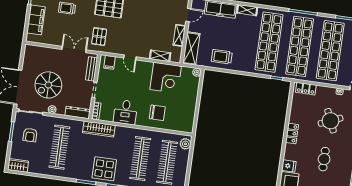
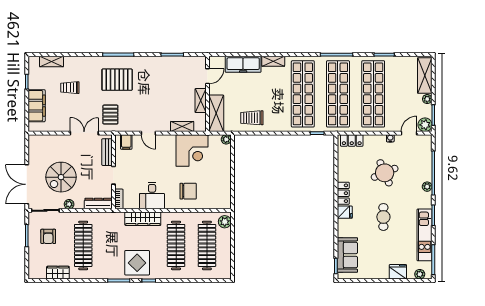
wardrobe: (99, 129) -> (143, 219), moved
wardrobe: (18, 165) -> (58, 273), moved
fridge: (289, 166) -> (345, 212), moved

